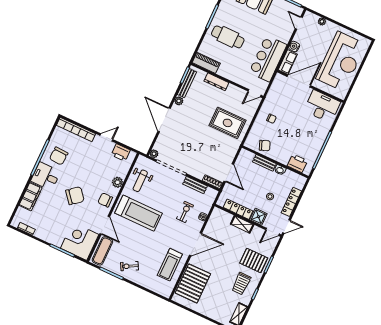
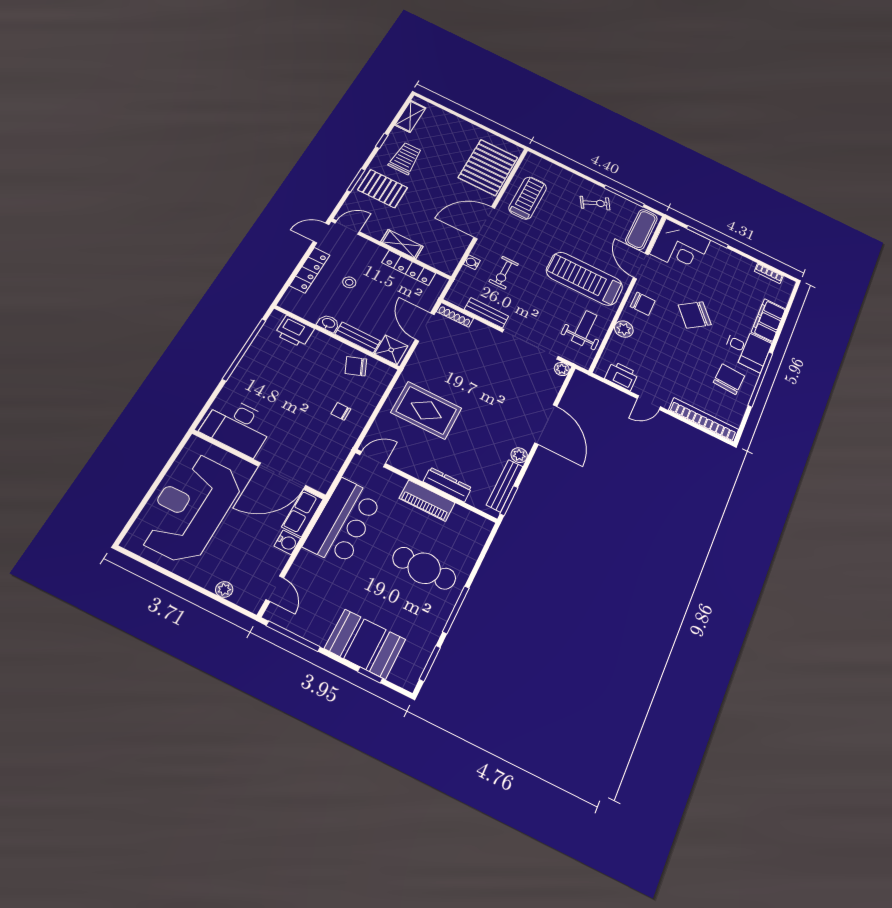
piano: (206, 63) -> (427, 501), moved
shower: (258, 217) -> (391, 350), moved

